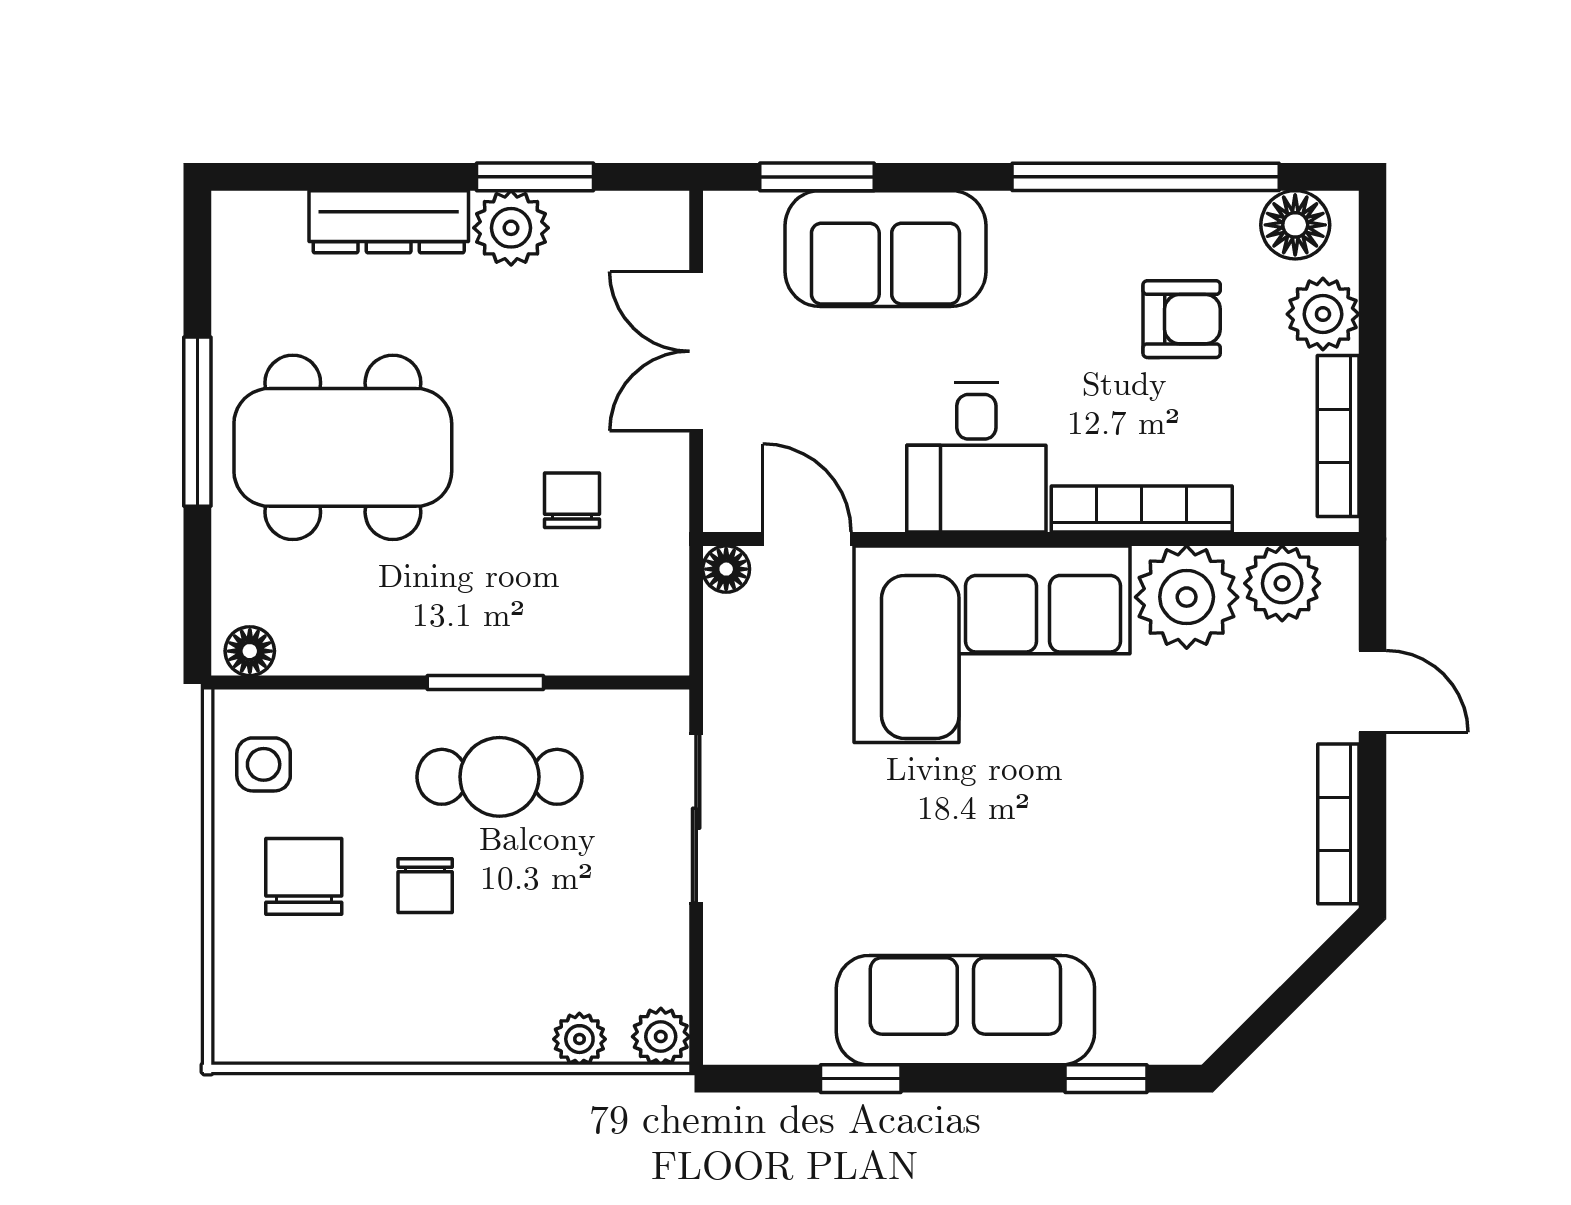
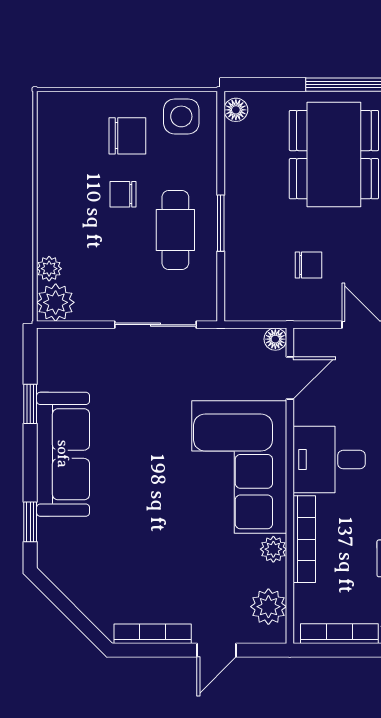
plant: (1187, 597) -> (273, 549), width x0.53, depth x0.53
side table: (264, 764) -> (181, 116), width x1.37, depth x1.37
plant: (661, 1037) -> (56, 302), width x1.38, depth x1.38

